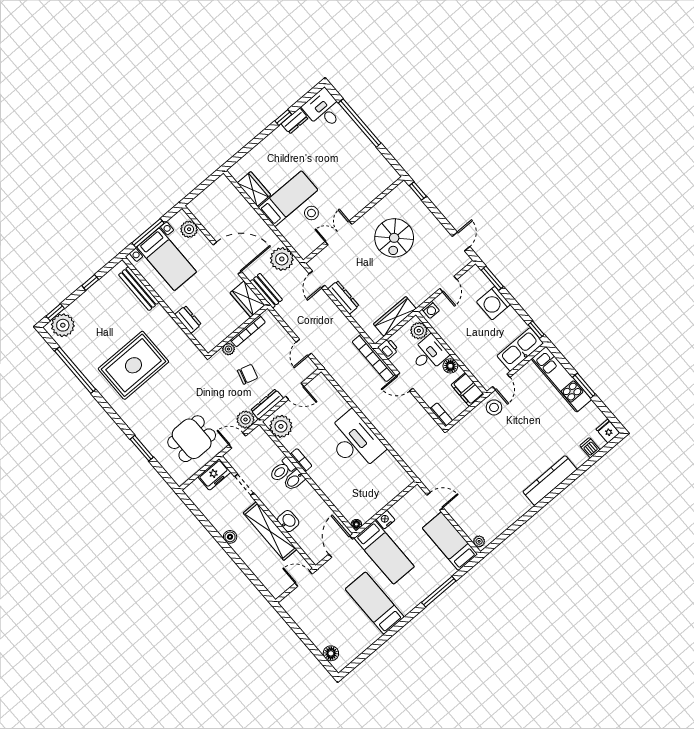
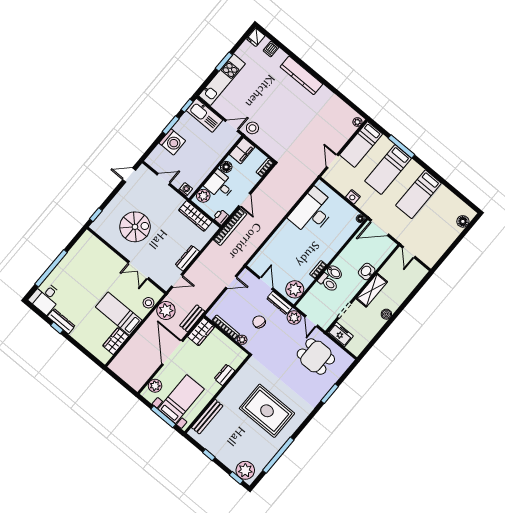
dresser: (295, 121) -> (61, 321), width x1.44
stool: (311, 213) -> (148, 303), moved
window: (492, 278) -> (171, 125), moved
desk: (355, 441) -> (313, 212), moved
shelving: (270, 531) -> (372, 290), width x0.68
bed: (384, 552) -> (388, 170), moved, turned 180

